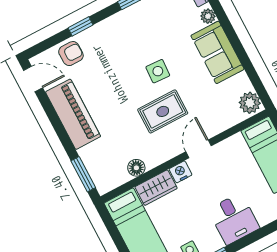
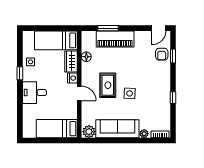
window: (81, 26) -> (173, 56), moved
sofa: (217, 52) -> (117, 129), width x1.36
piano: (73, 114) -> (115, 39), moved
window: (83, 174) -> (108, 28), moved

